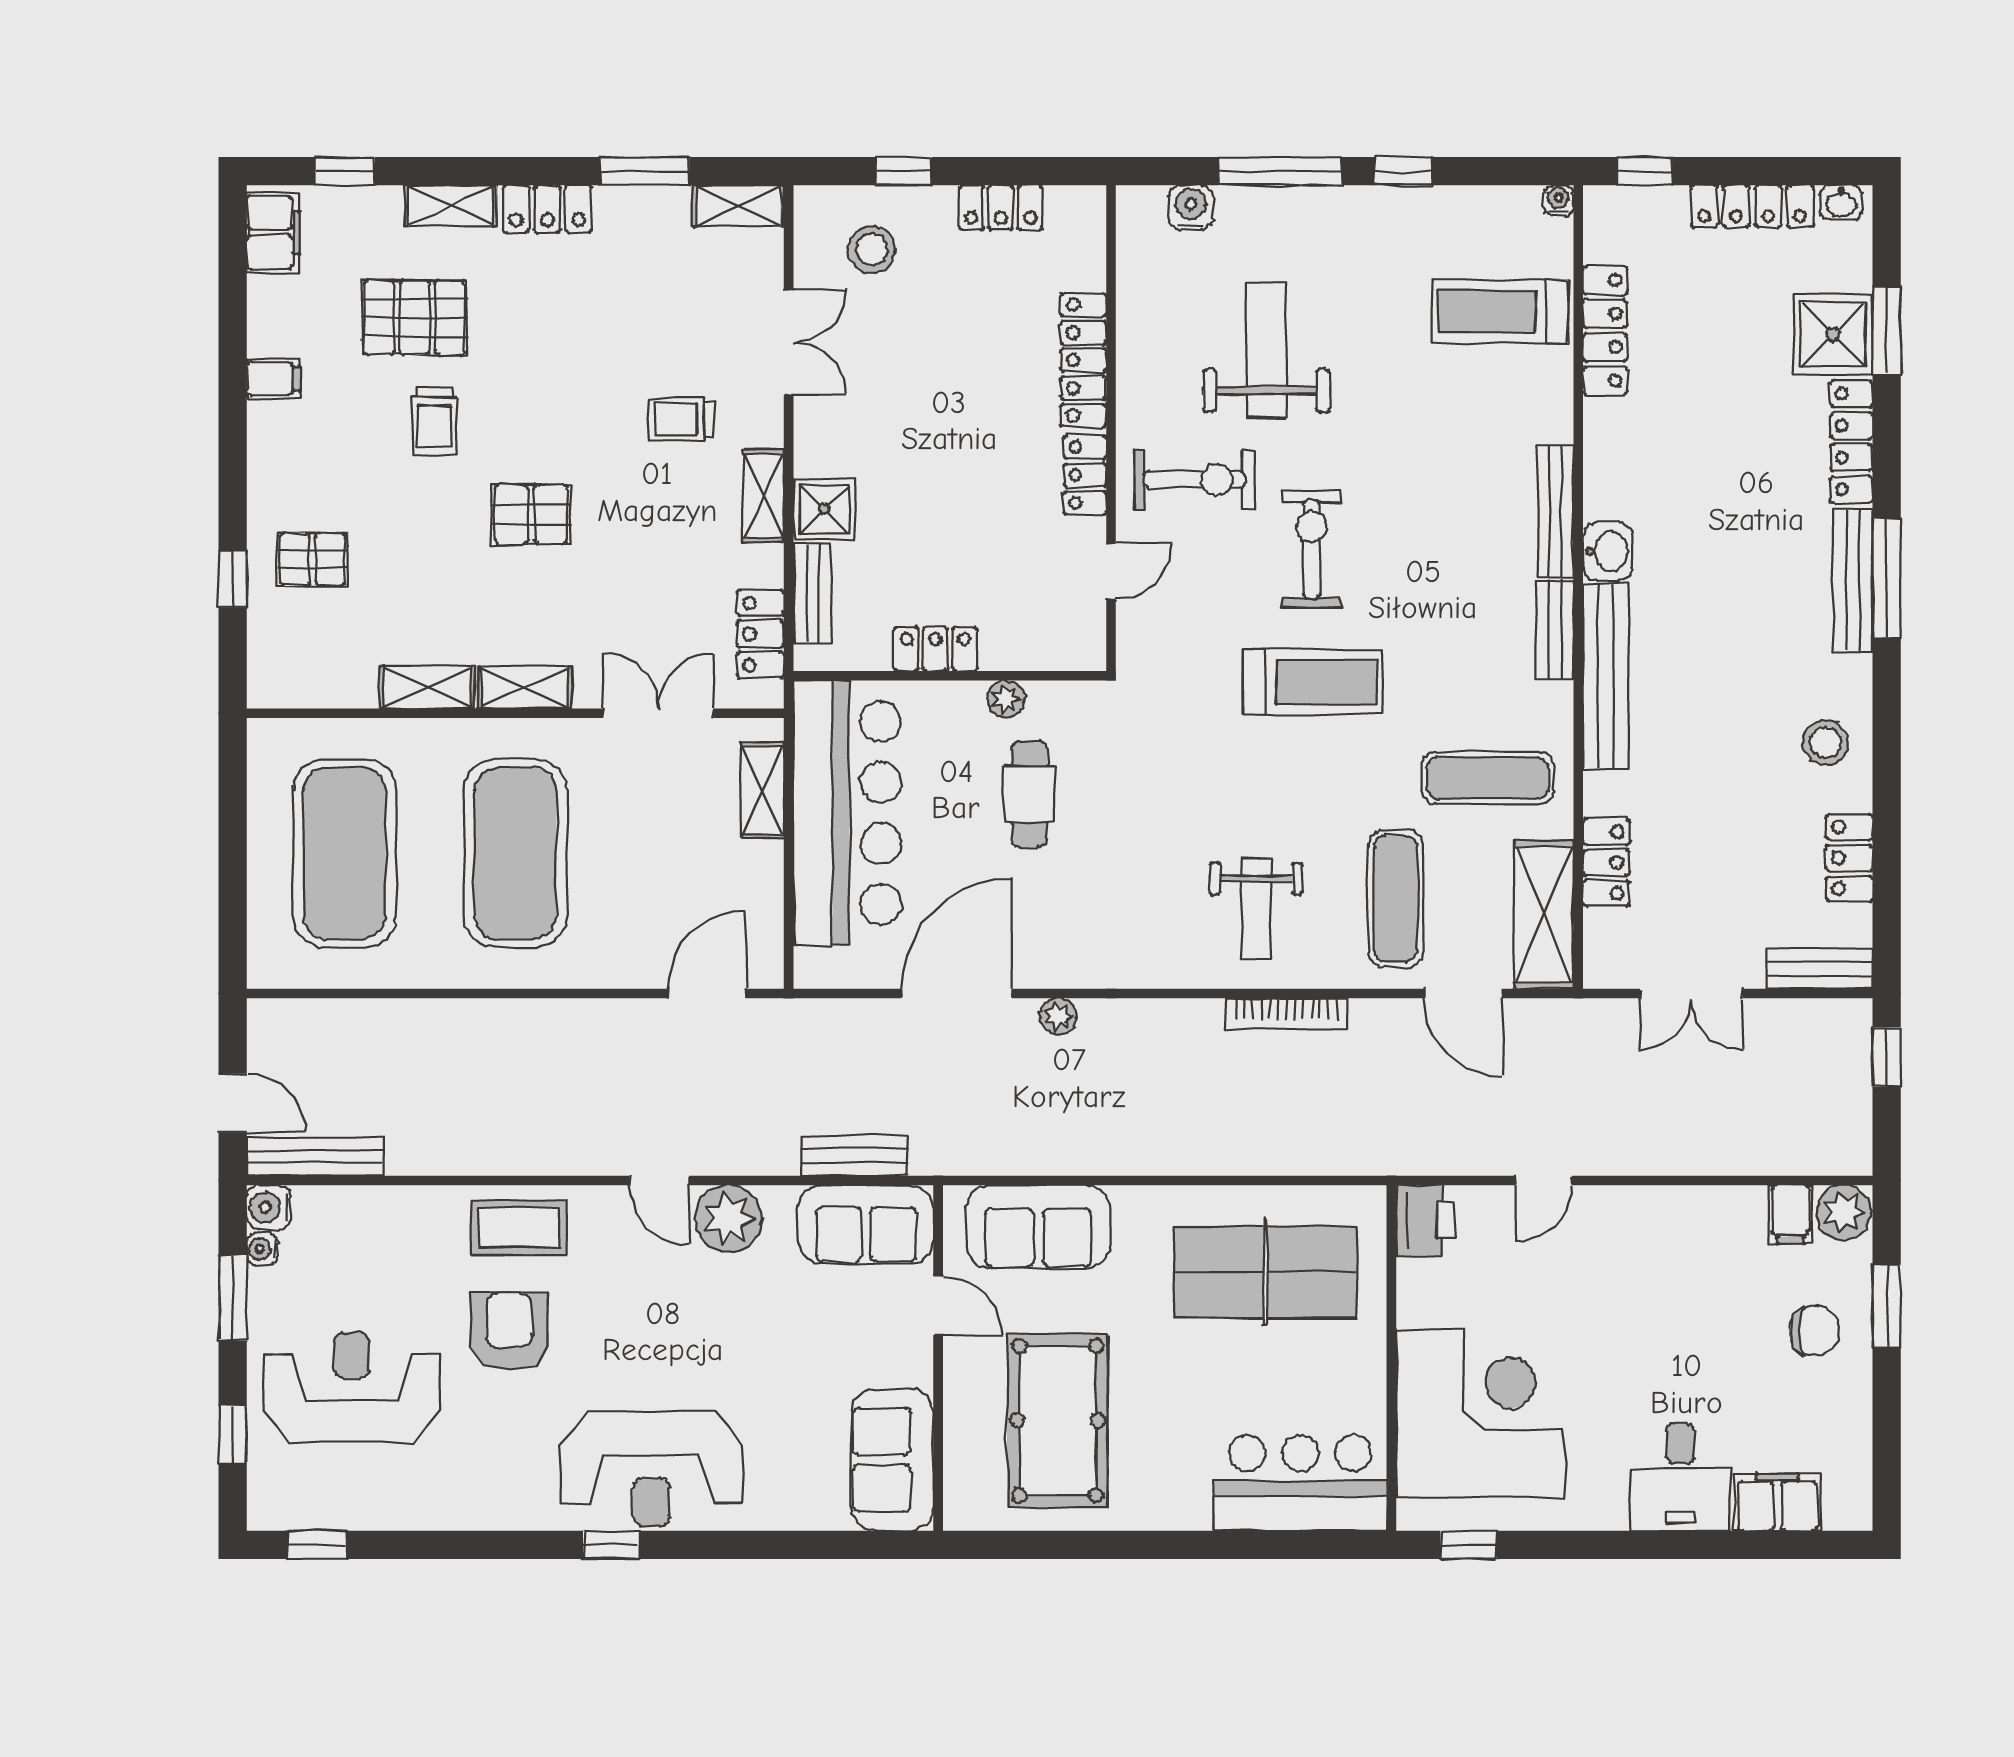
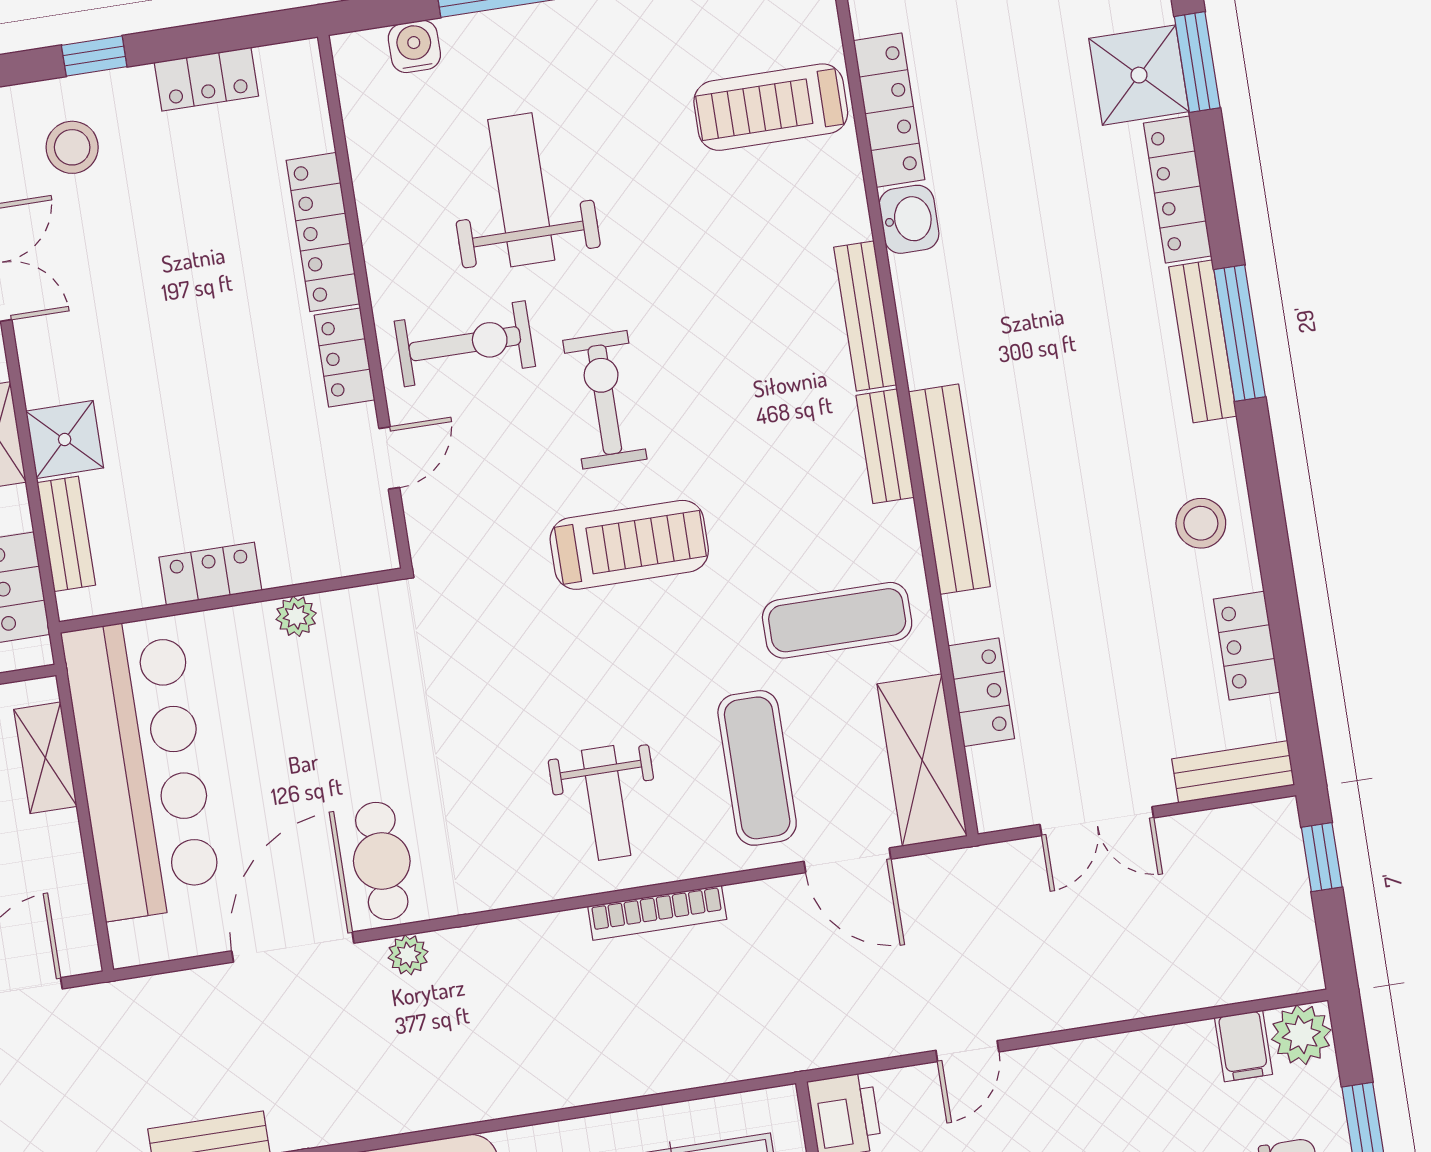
washbasin: (1608, 551) -> (909, 219), moved
cafe table: (1029, 794) -> (382, 861), moved

